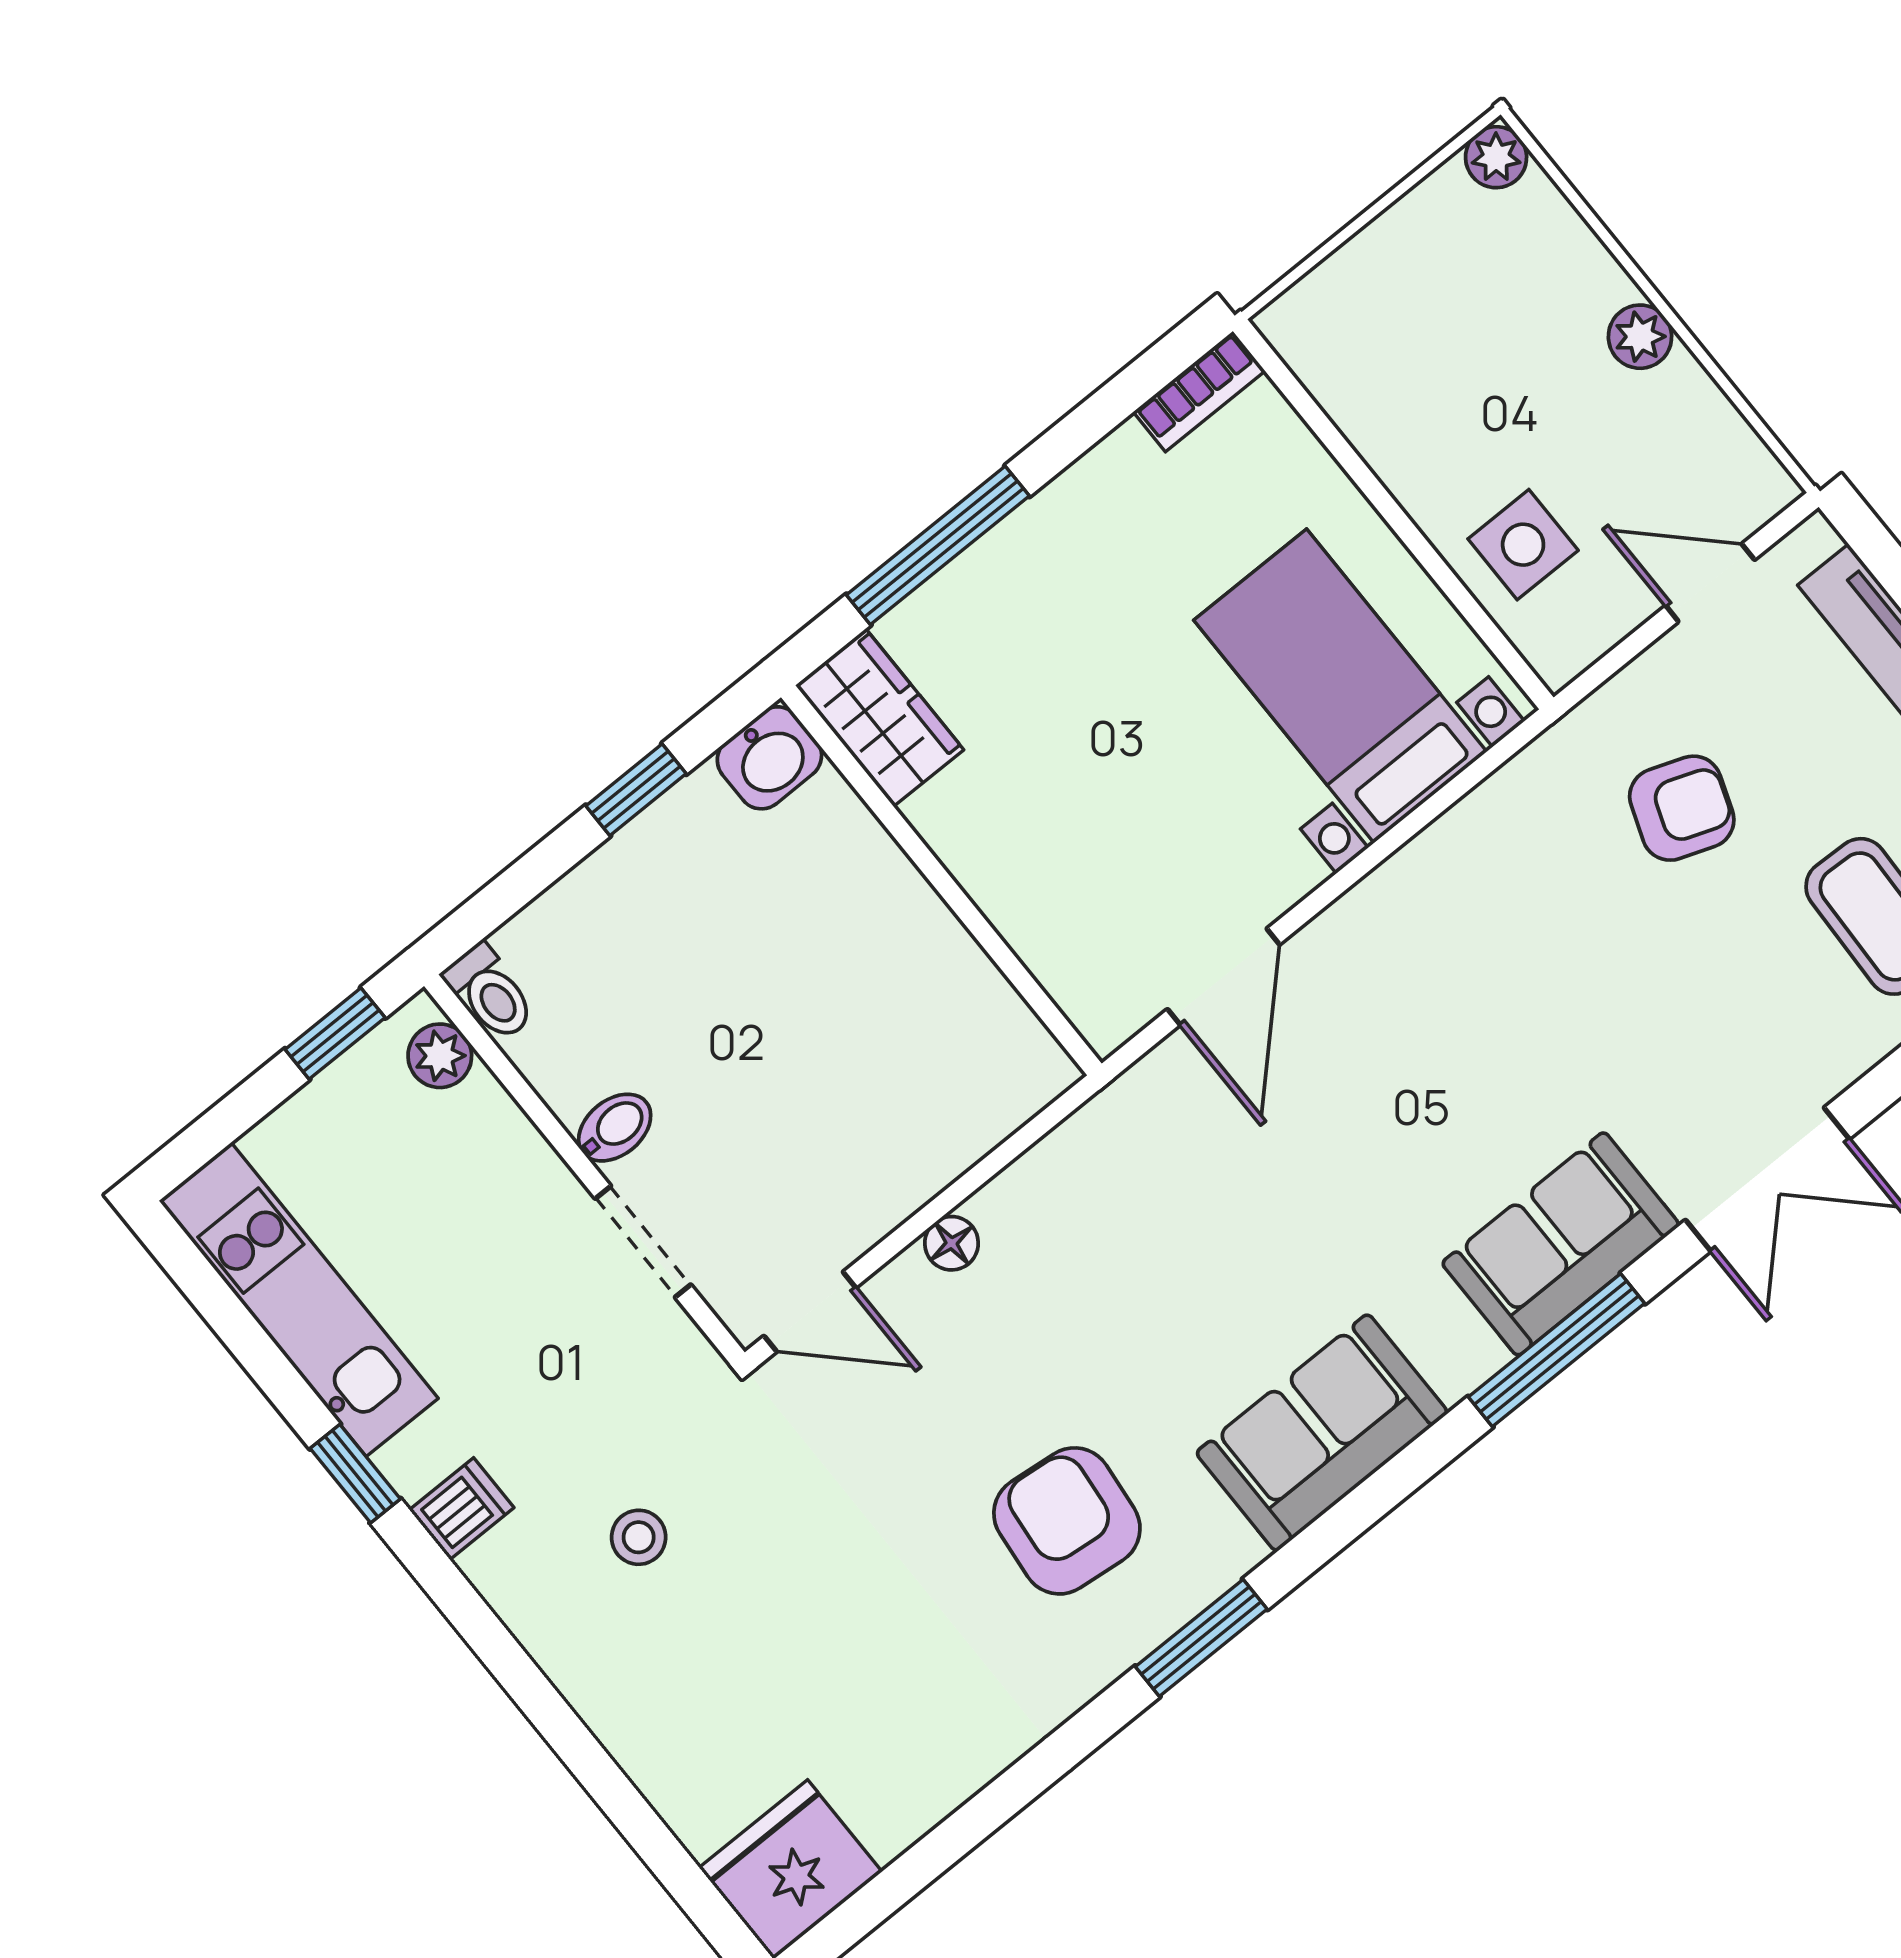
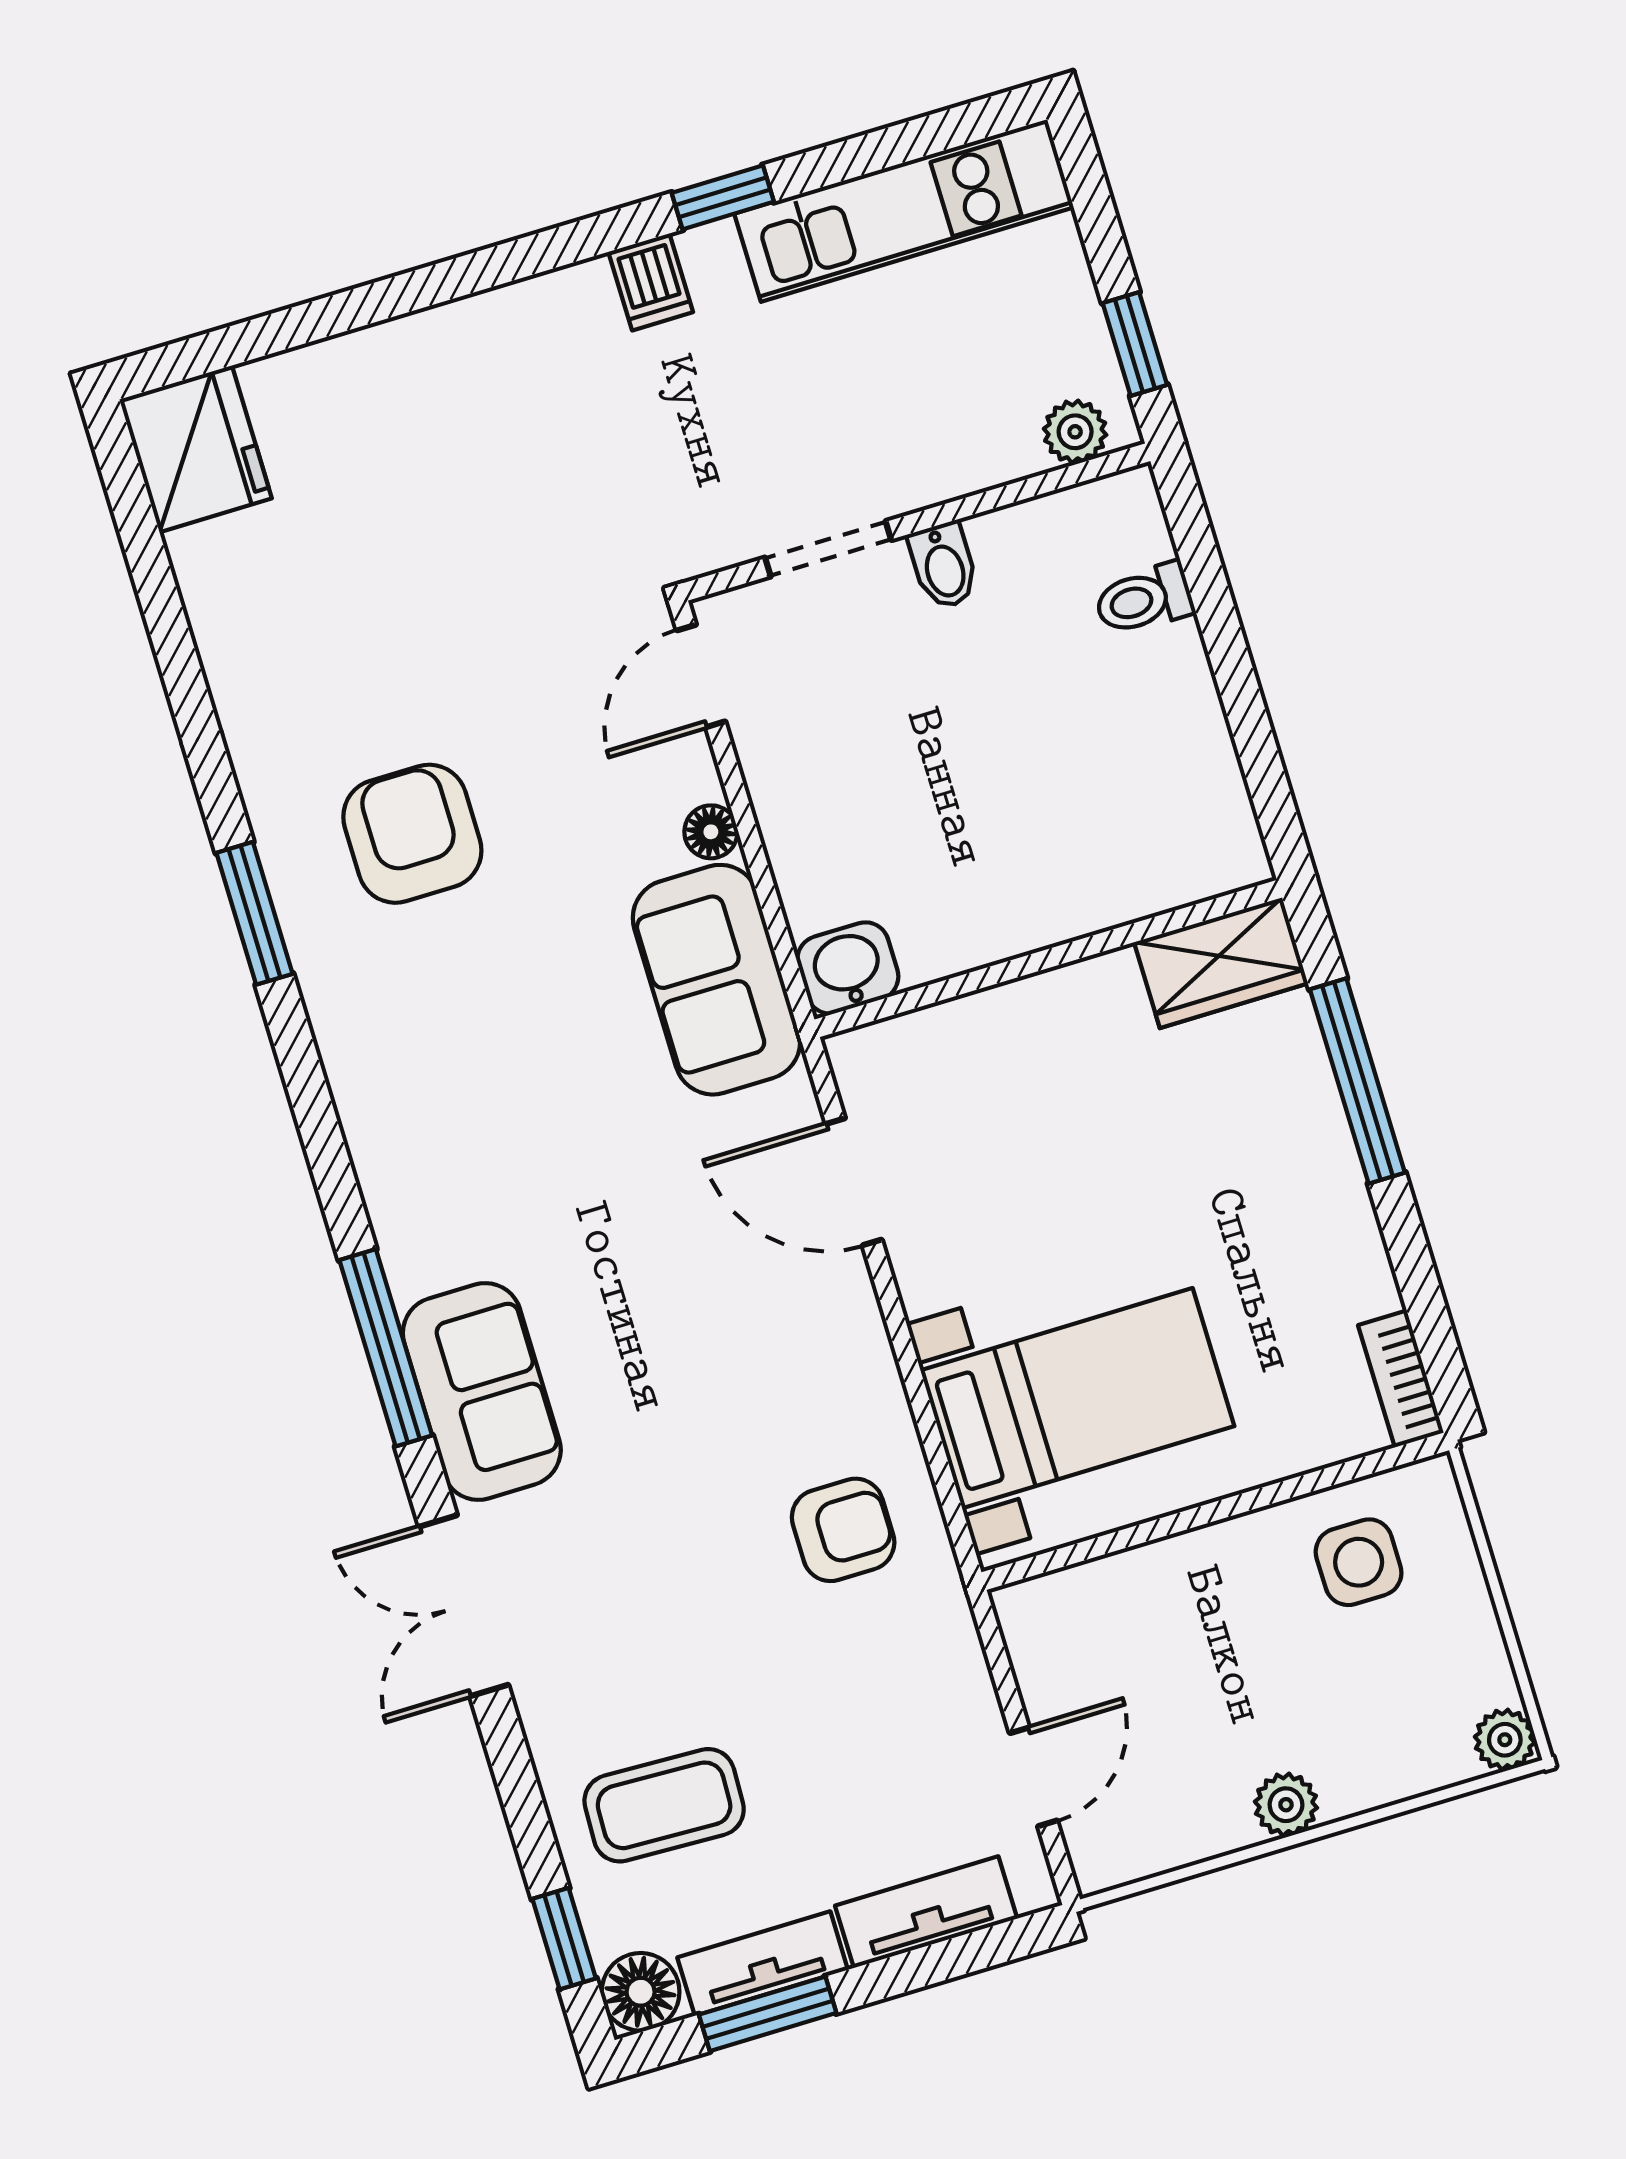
side table: (1523, 545) -> (1359, 1562), moved
washbasin: (769, 758) -> (848, 968), moved, turned 90
window: (636, 790) -> (1246, 712), removed
armchair: (1682, 808) -> (843, 1530), moved, turned -110
toilet: (490, 993) -> (1144, 599), moved
sofa: (1322, 1433) -> (716, 980), moved, turned 180
armchair: (1067, 1521) -> (412, 834), turned -96
stool: (639, 1537) -> (558, 434), removed

